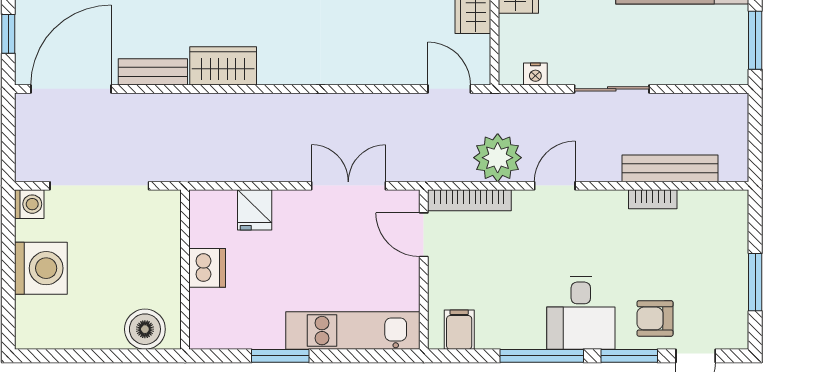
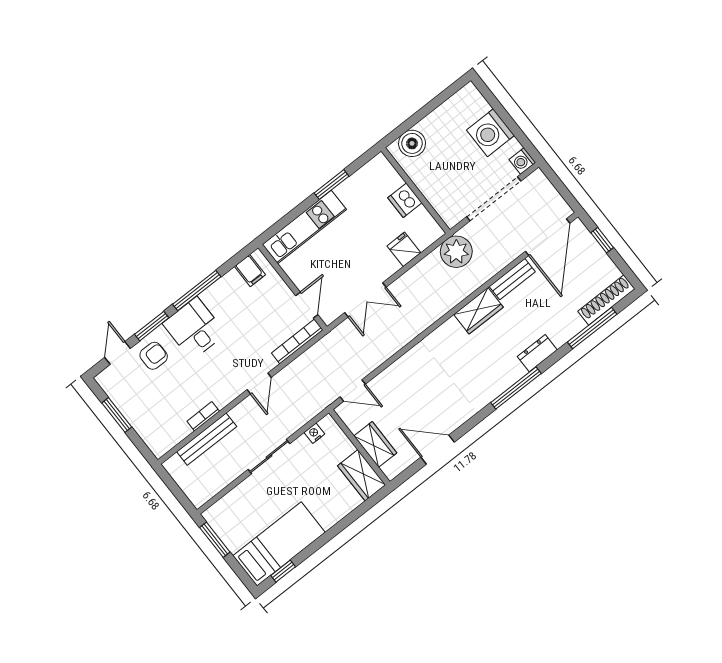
plant: (498, 158) -> (456, 252), moved
door: (424, 235) -> (307, 305), hinge flipped

